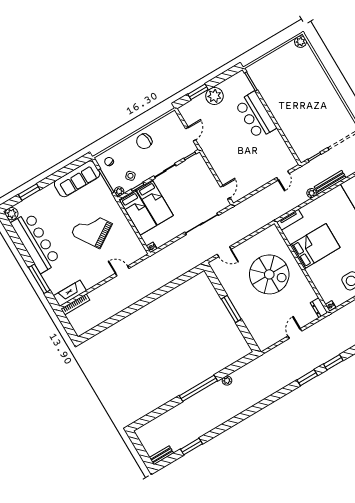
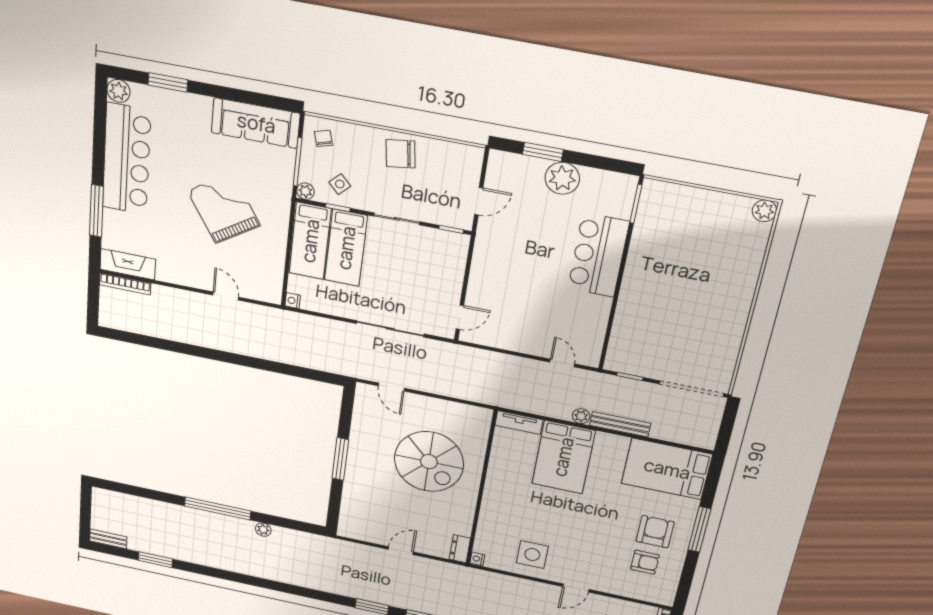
door: (283, 176) -> (562, 363), swing flipped
bed: (315, 246) -> (563, 457), moved, turned 90

